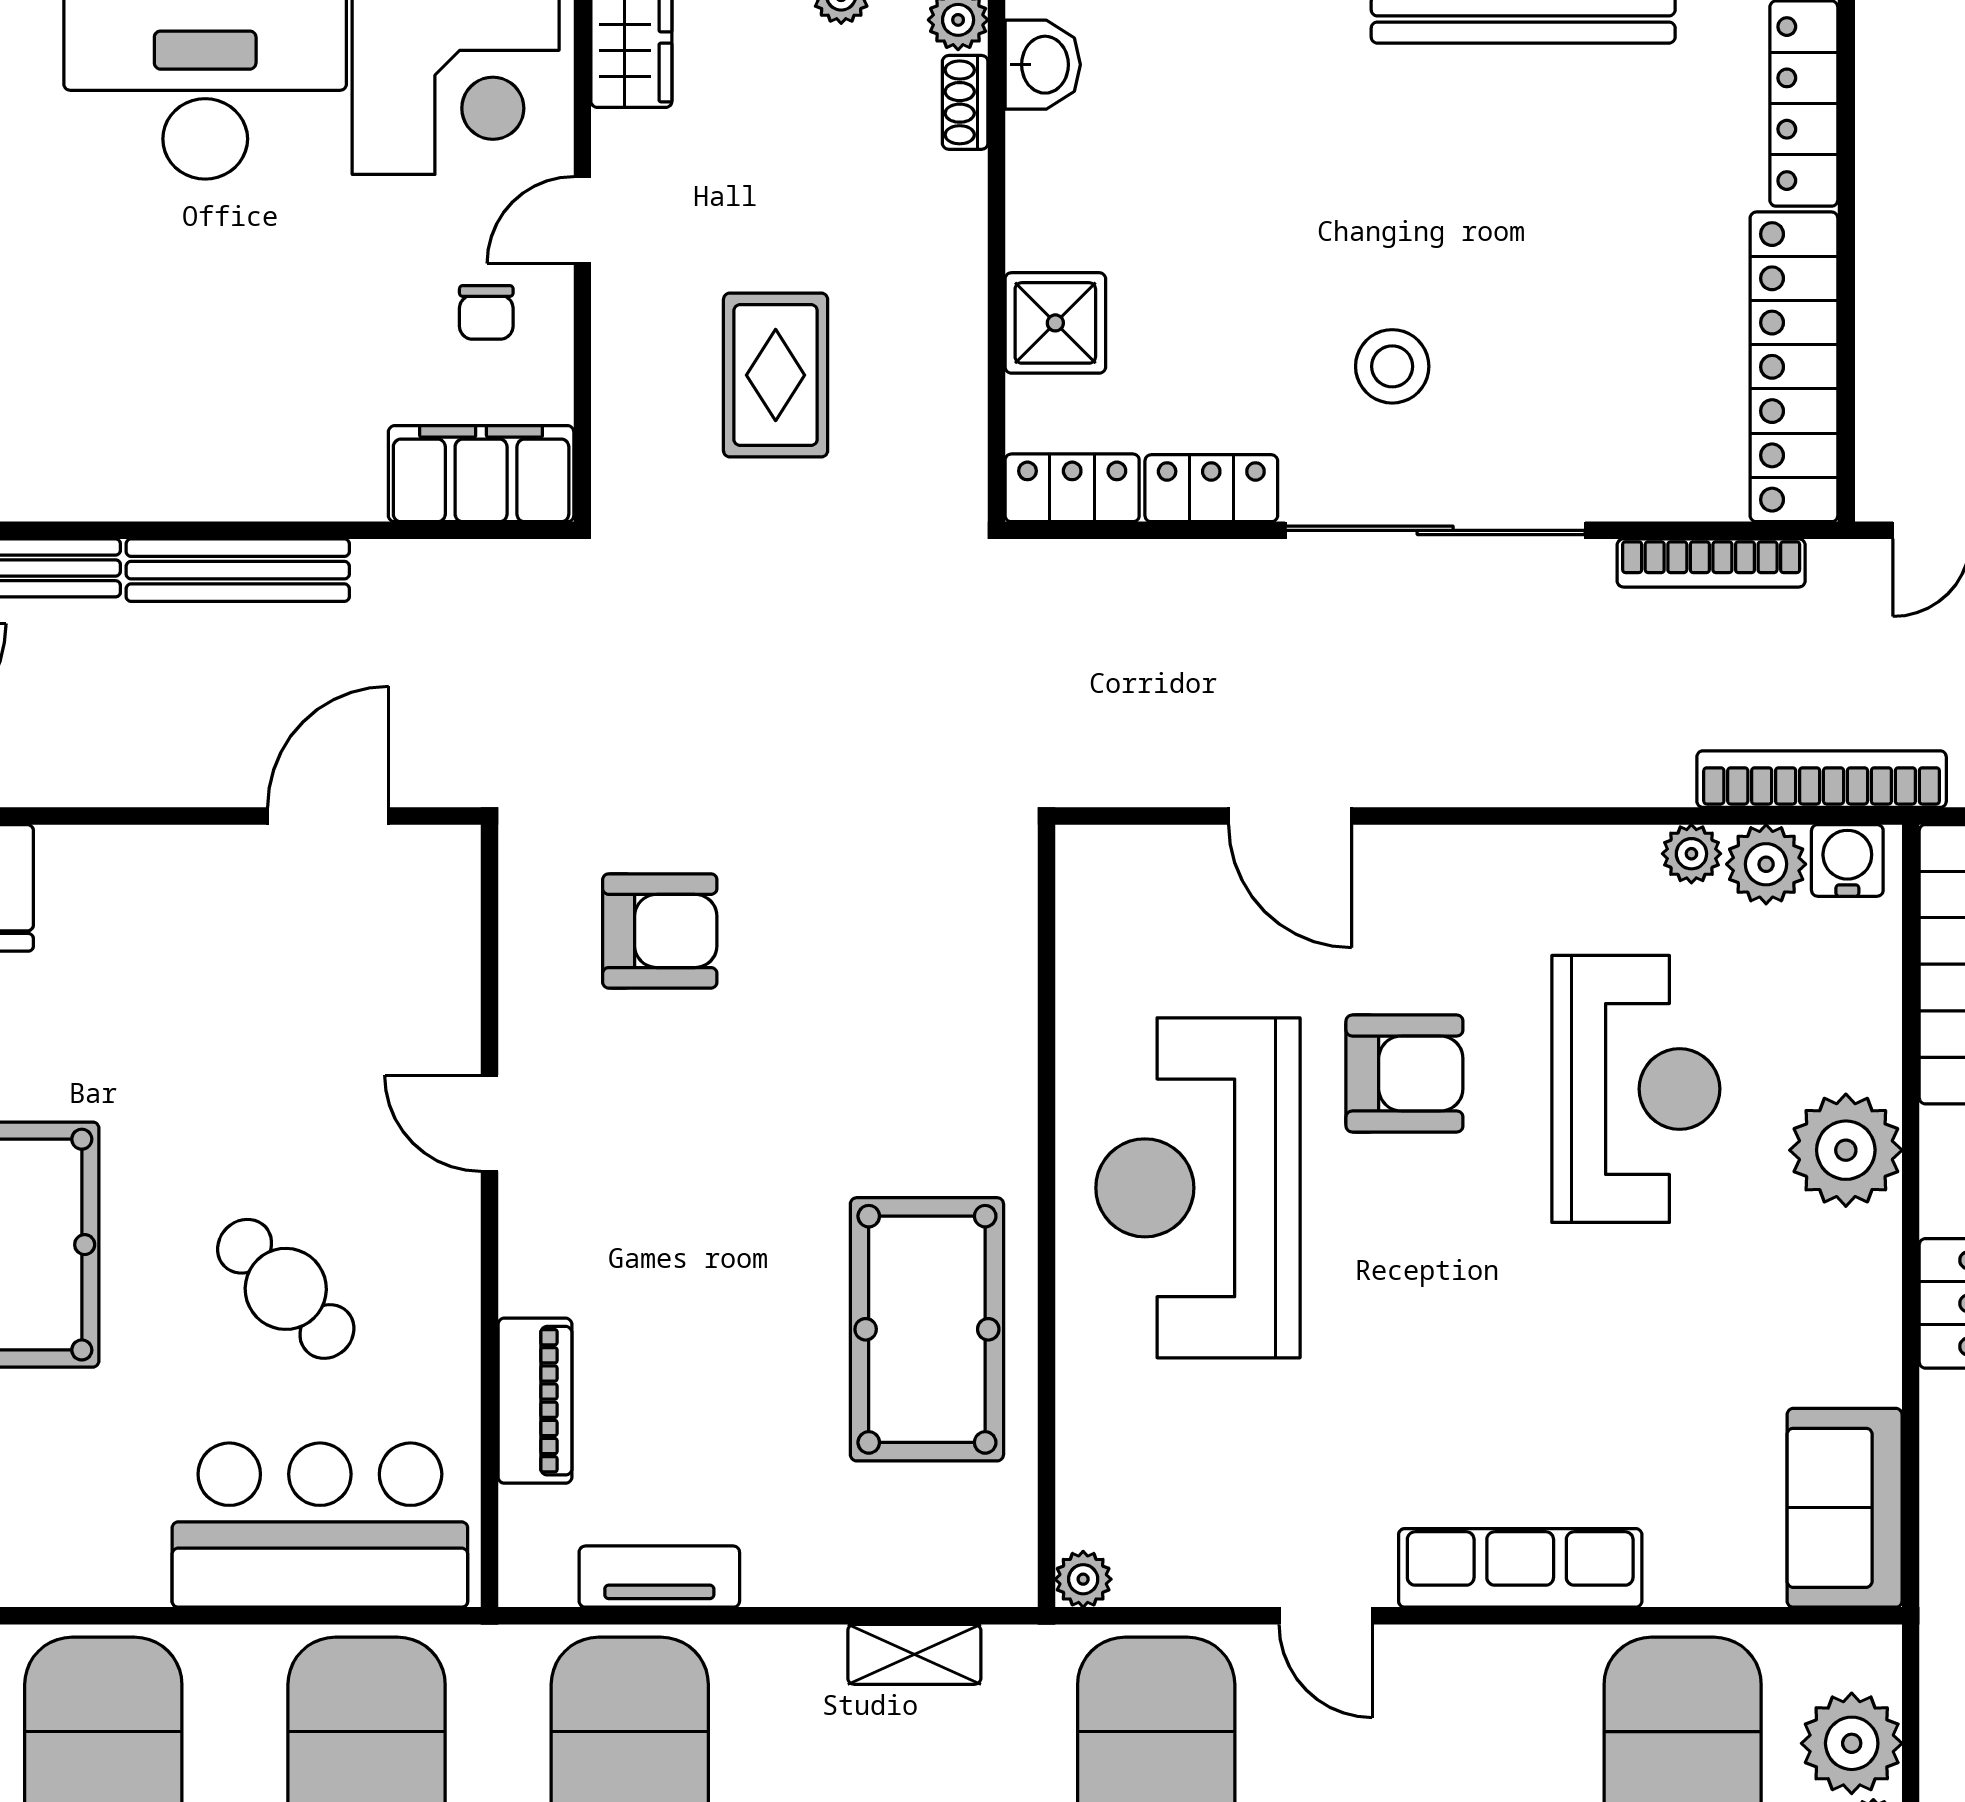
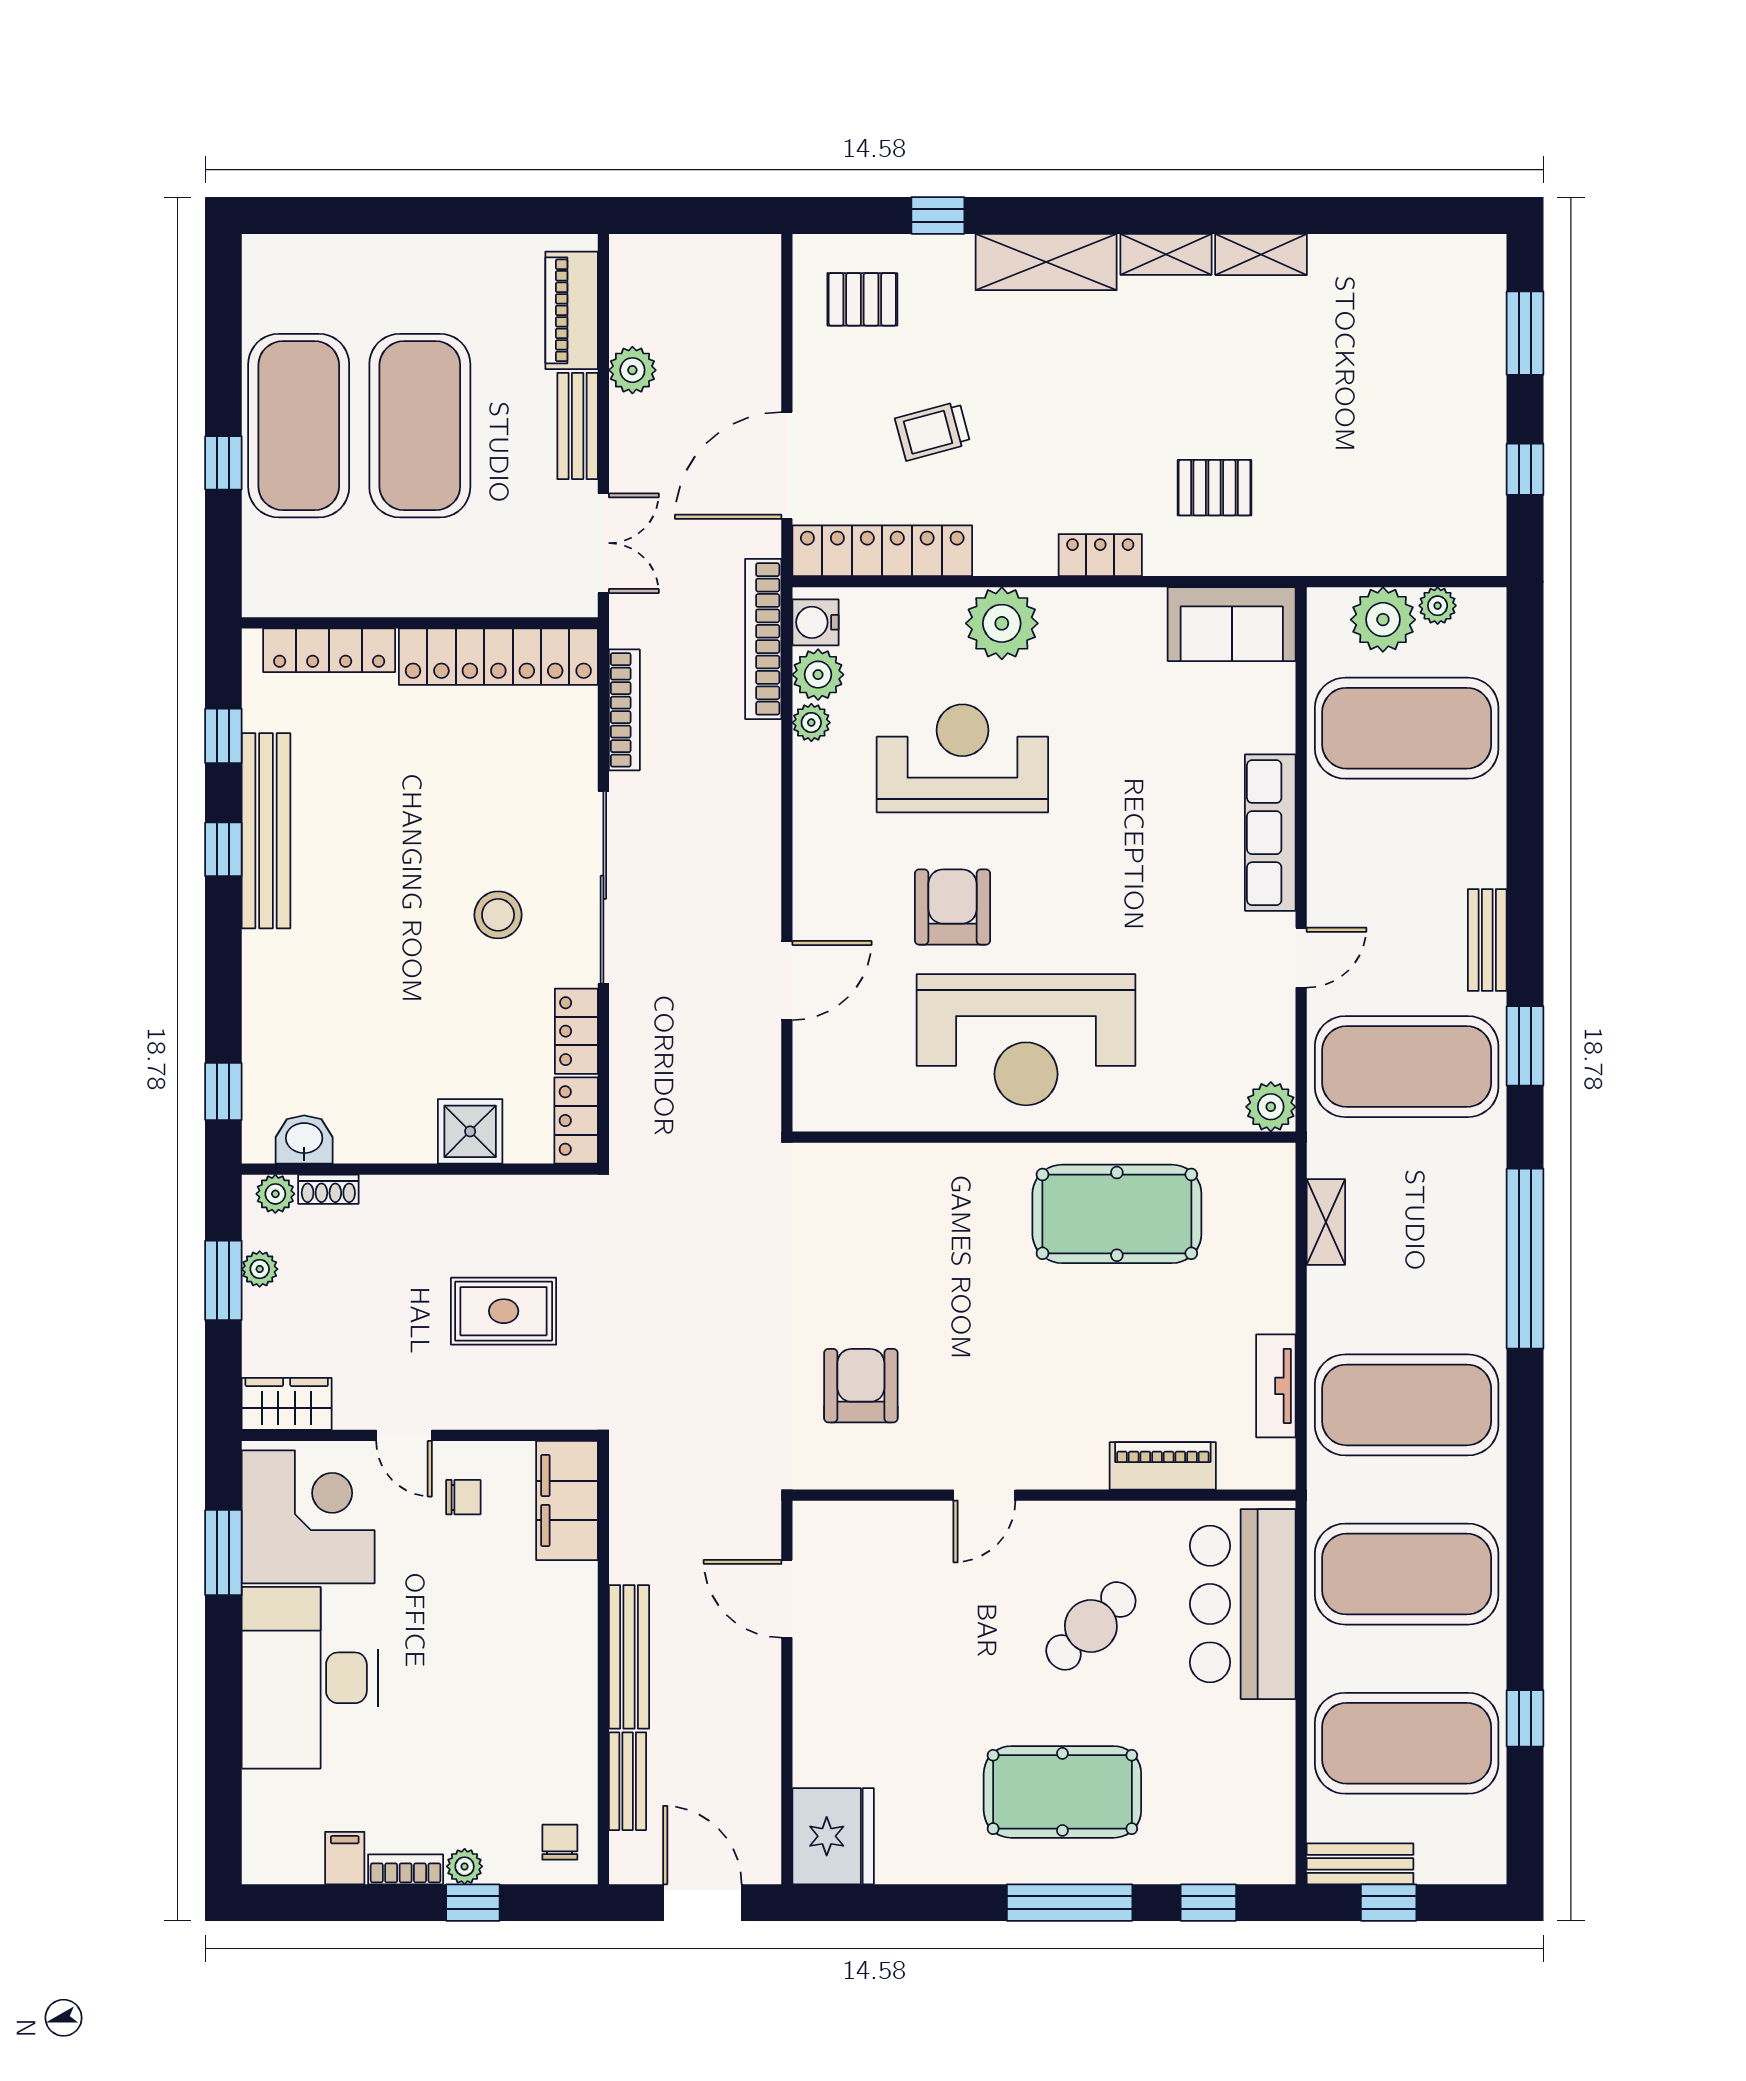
plant: (1083, 1579) -> (1271, 1107), width x1.38, depth x1.38

